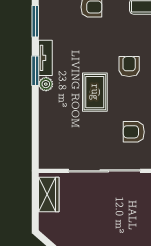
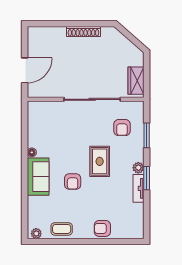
window: (35, 21) -> (147, 135), moved
armchair: (134, 132) -> (122, 128), moved, turned 90

